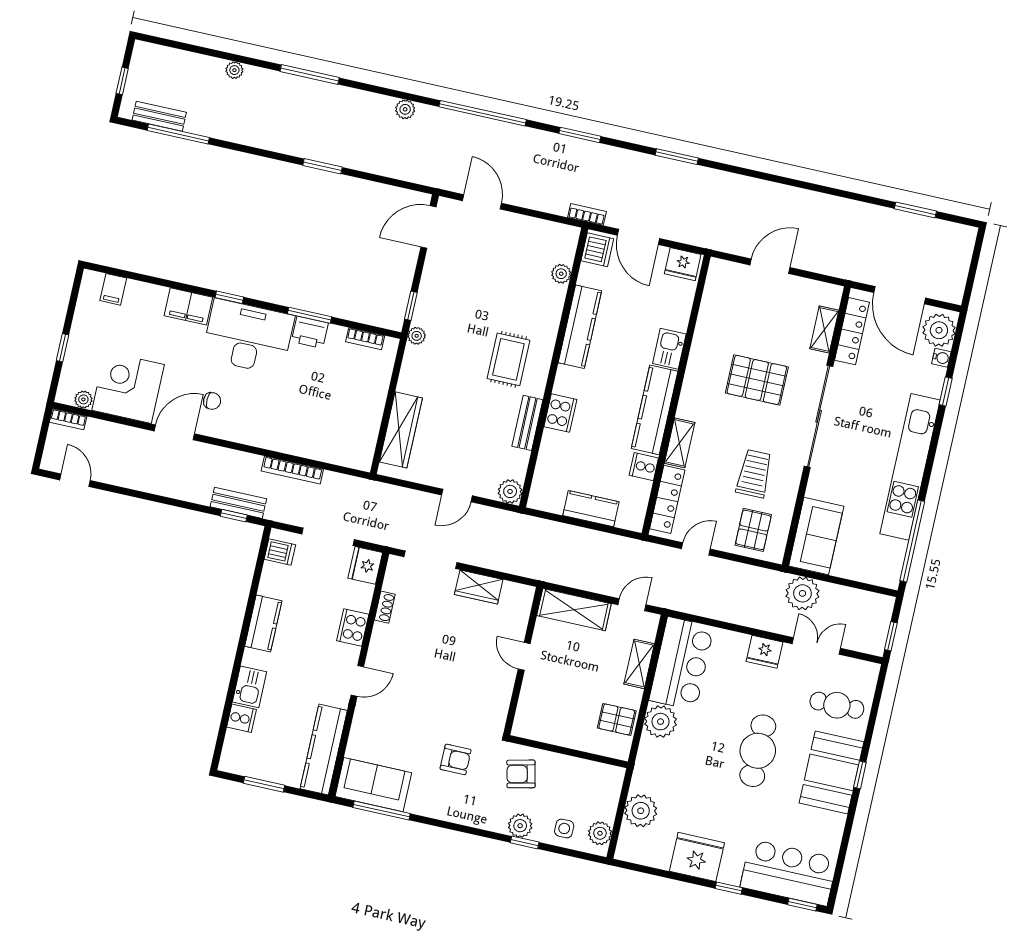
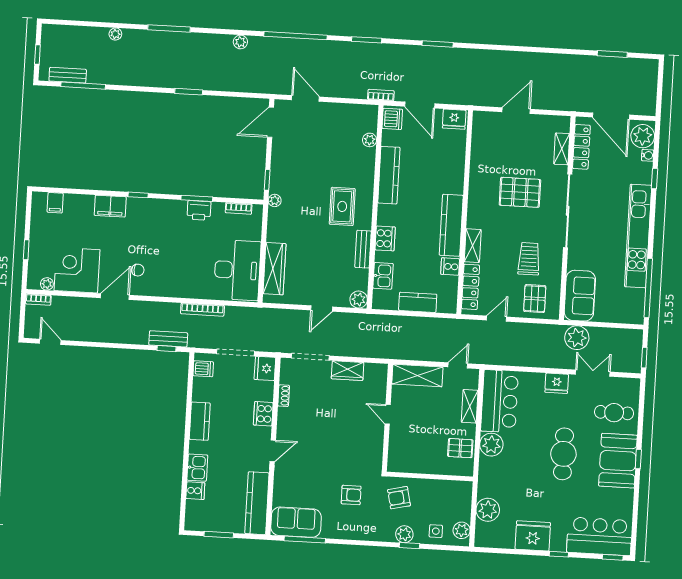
desk: (248, 337) -> (237, 270), moved, turned 90
kitchen sink: (669, 349) -> (383, 276), moved, turned 180

